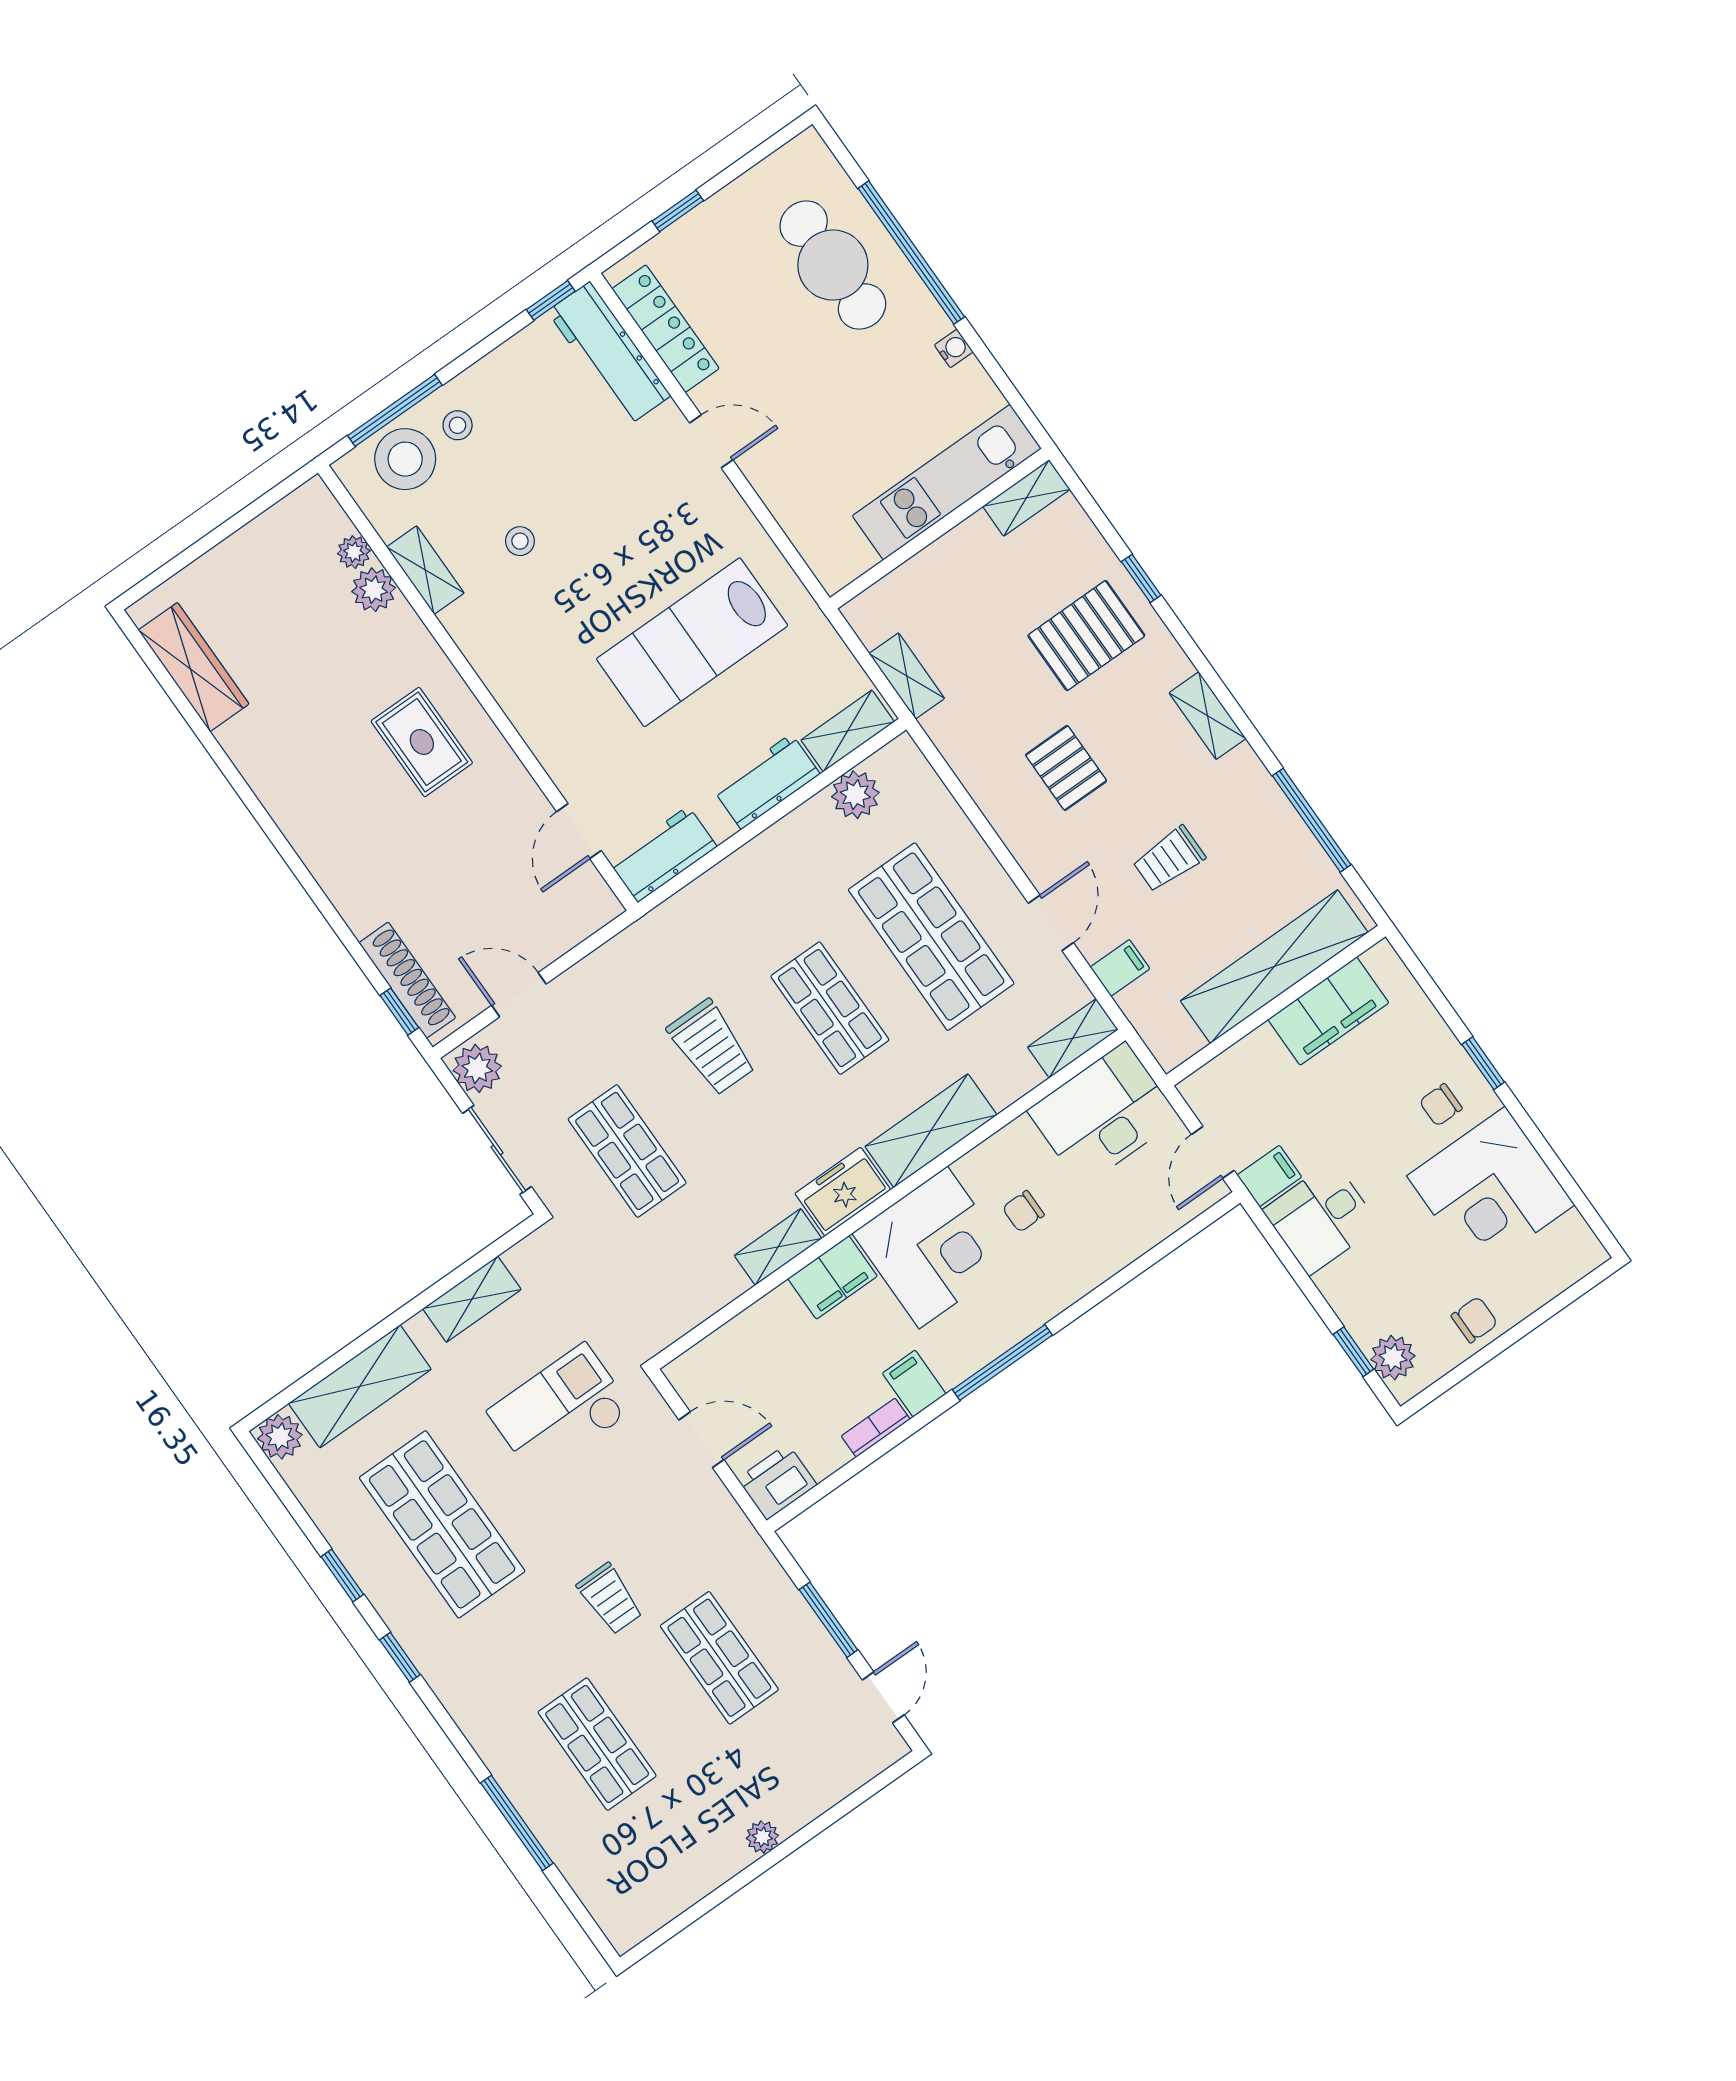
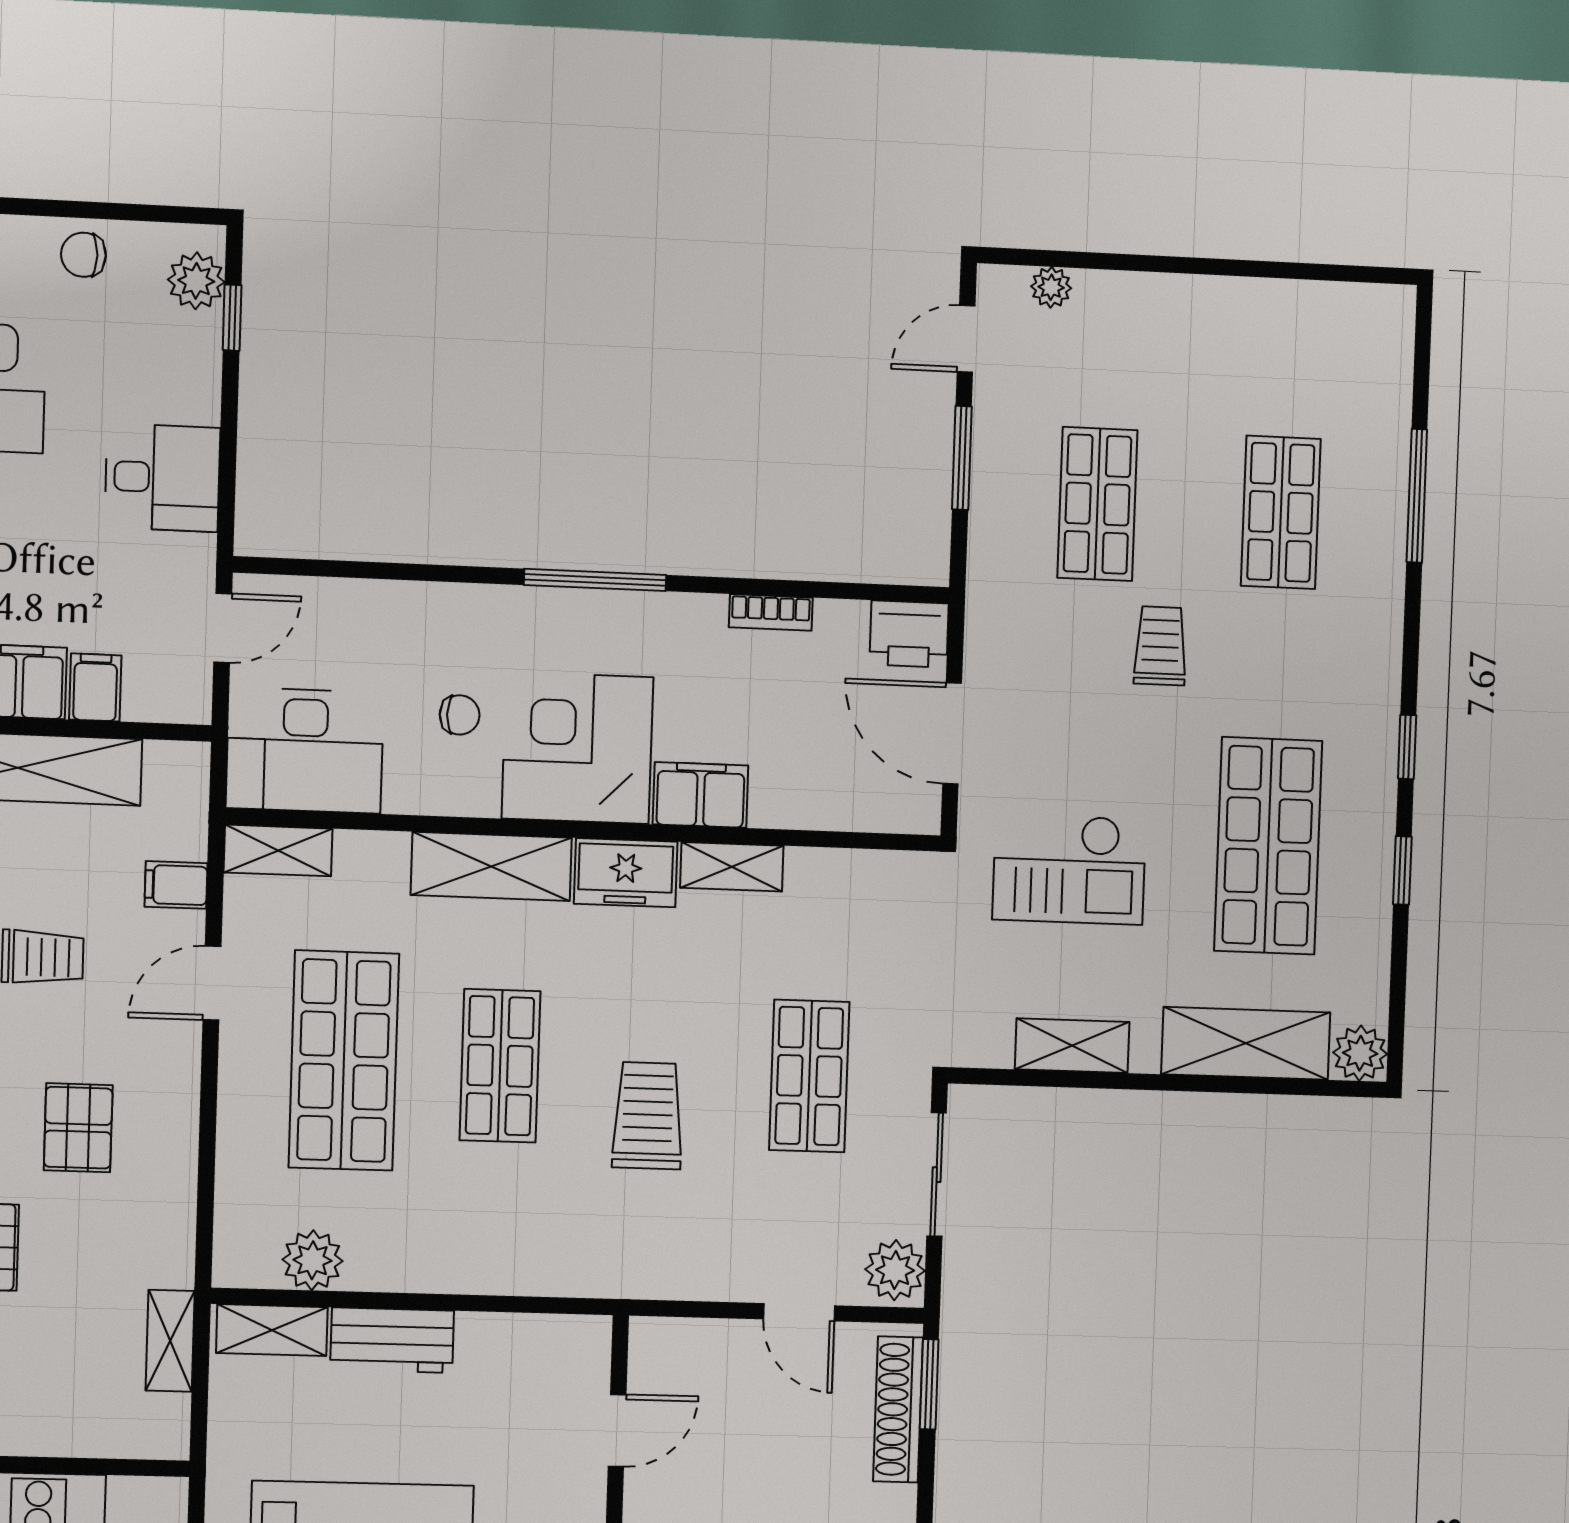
workbench: (663, 854) -> (551, 1345), removed
window: (399, 1012) -> (929, 1384), width x1.50
filing cabinet: (1269, 1176) -> (95, 687), moved, turned 90
filing cabinet: (914, 1384) -> (699, 627), removed
door: (701, 1440) -> (952, 733), width x1.38
plant: (762, 1837) -> (1051, 287), moved

